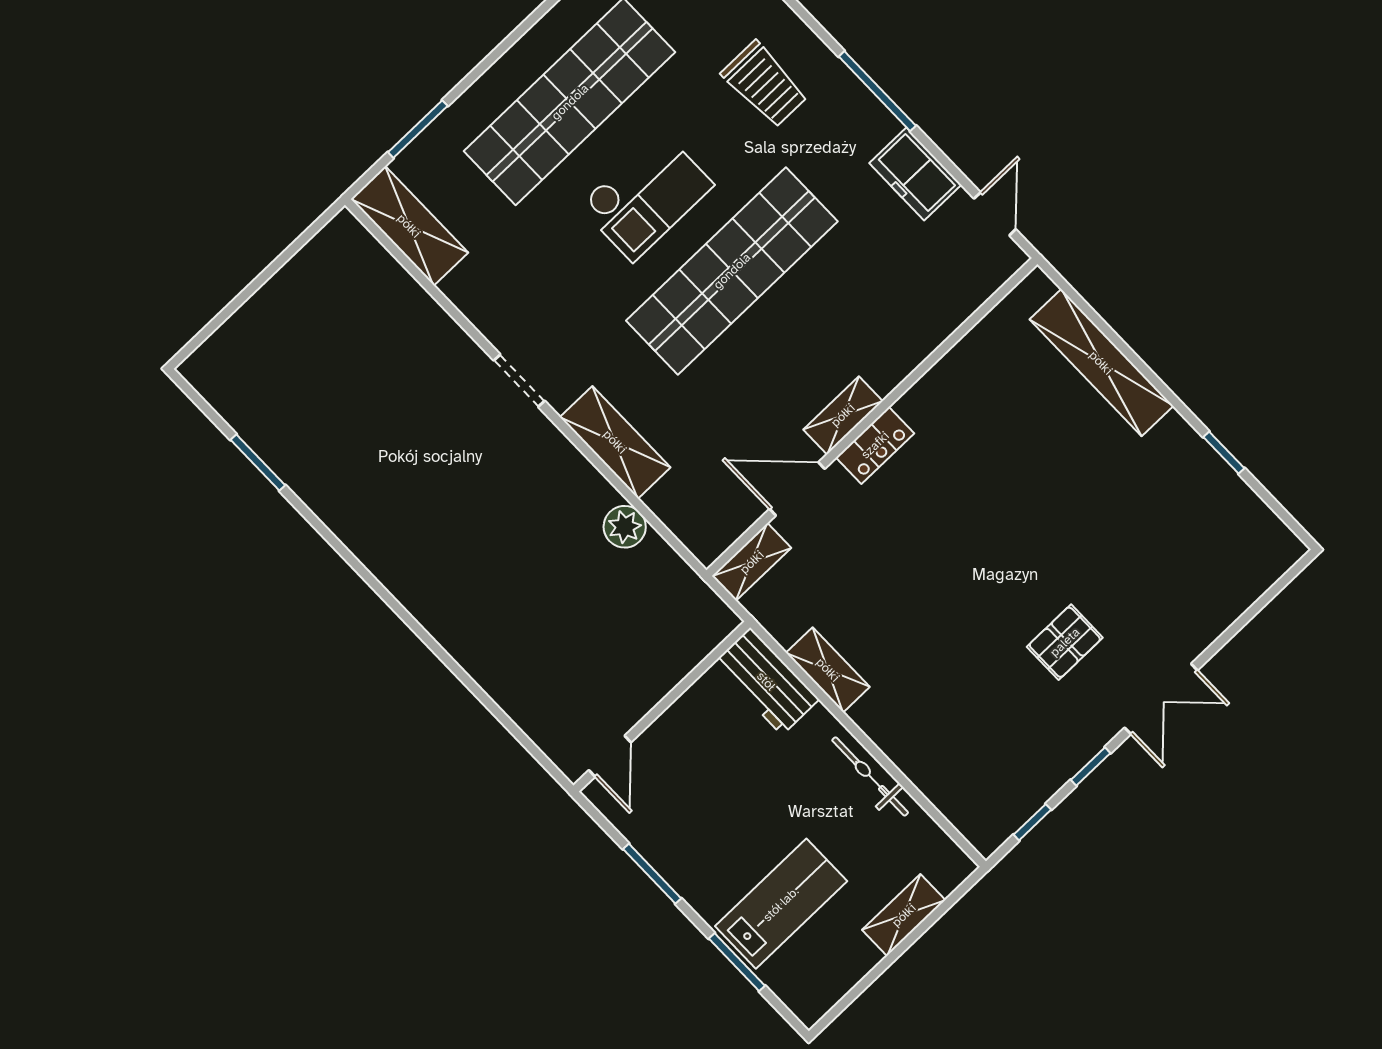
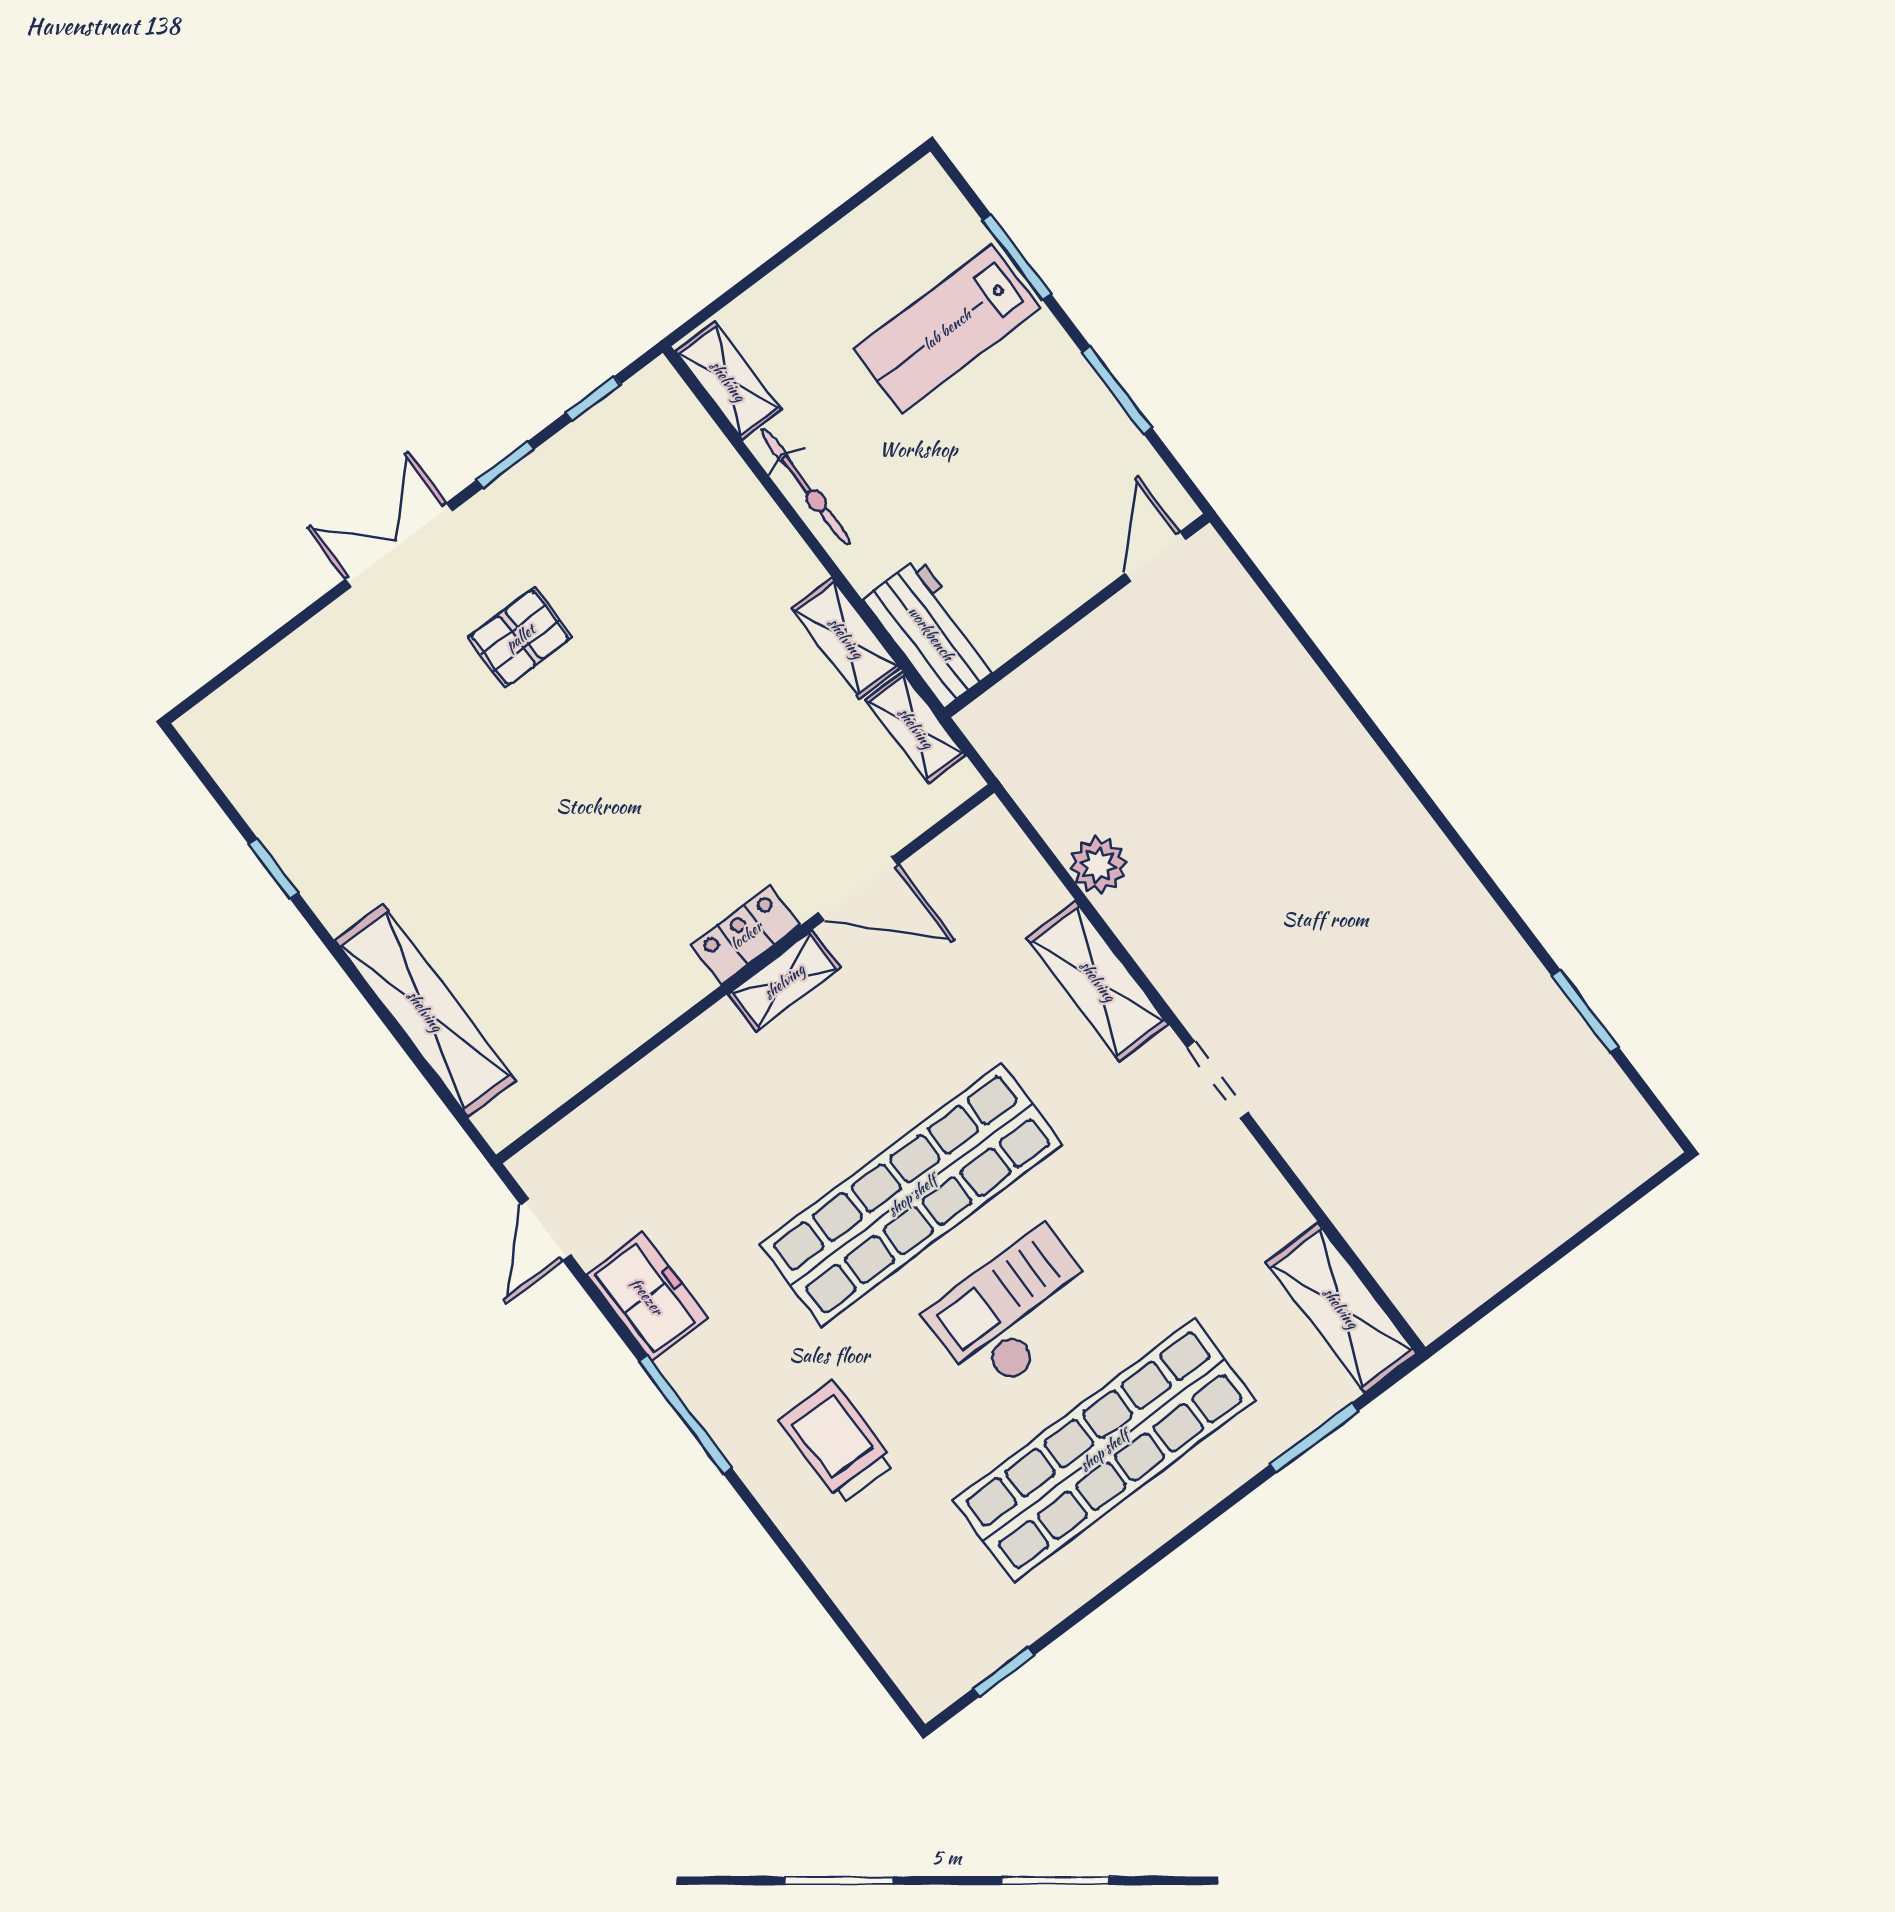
shelving: (752, 562) -> (916, 728), moved, turned 90
shelving: (904, 915) -> (728, 381), moved, turned 90

